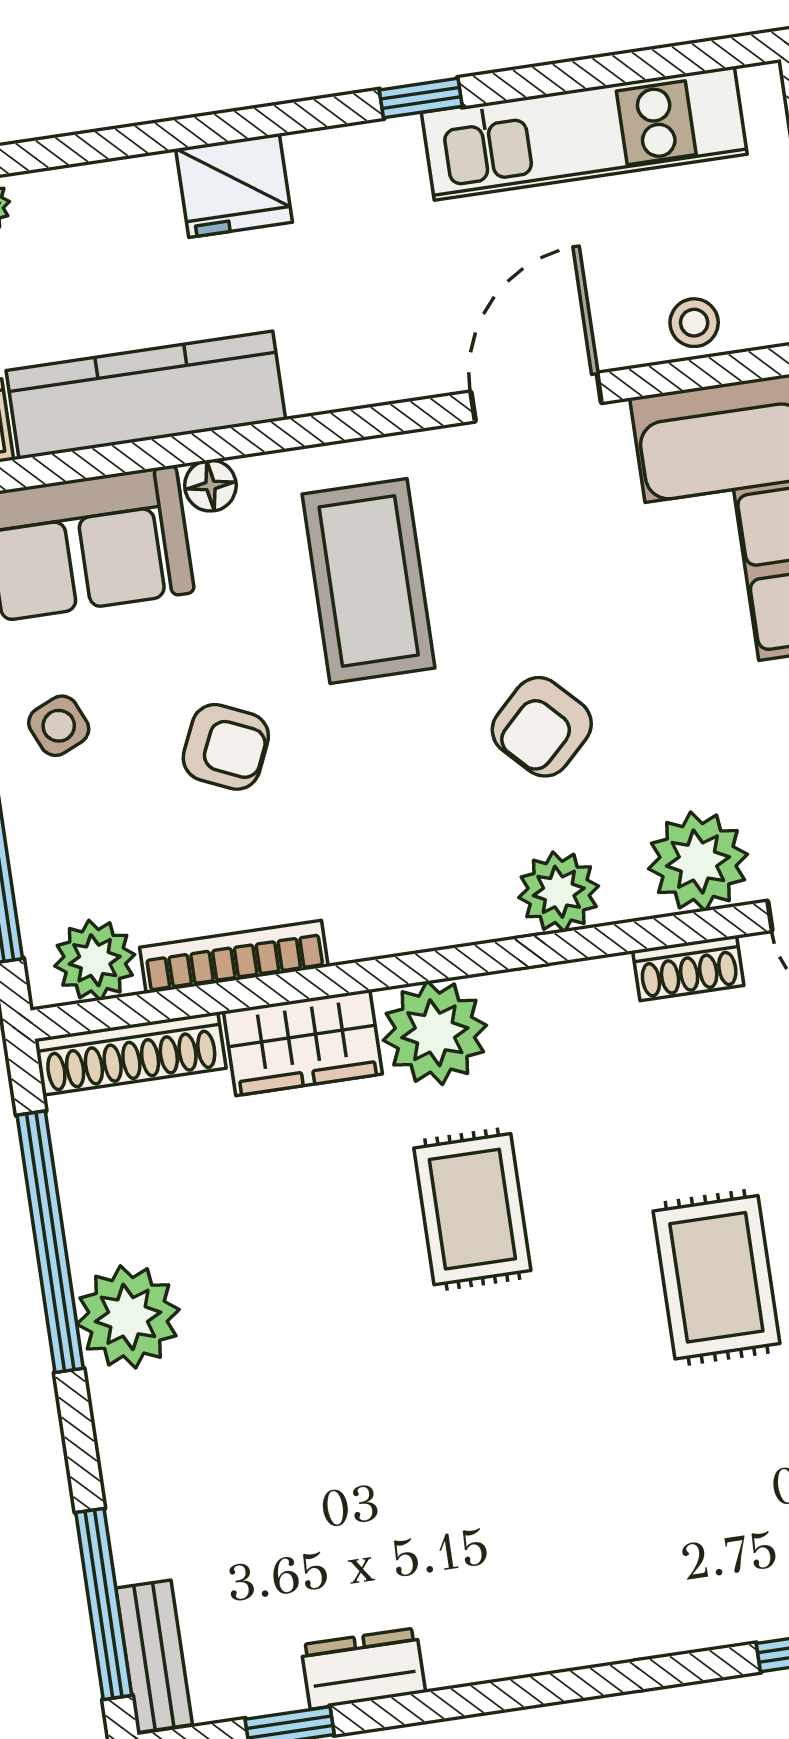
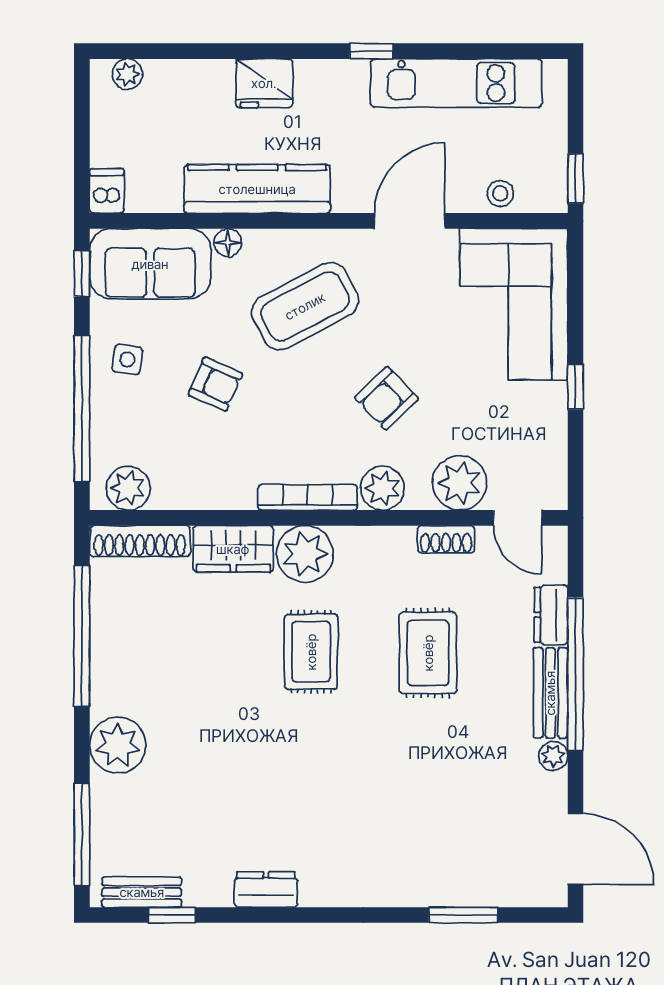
kitchen counter: (146, 395) -> (257, 189), moved
coffee table: (369, 581) -> (305, 306), turned 62
side table: (59, 726) -> (127, 359), turned 32
bookcase: (234, 957) -> (308, 497), moved
rug: (716, 1277) -> (428, 653), moved
plant: (128, 1317) -> (118, 745), moved
bench: (154, 1656) -> (142, 892), moved, turned 90
dresser: (363, 1669) -> (266, 890), moved

